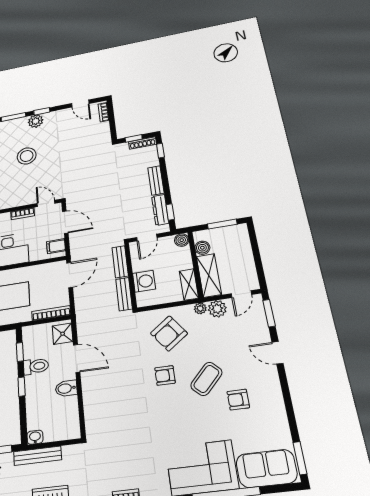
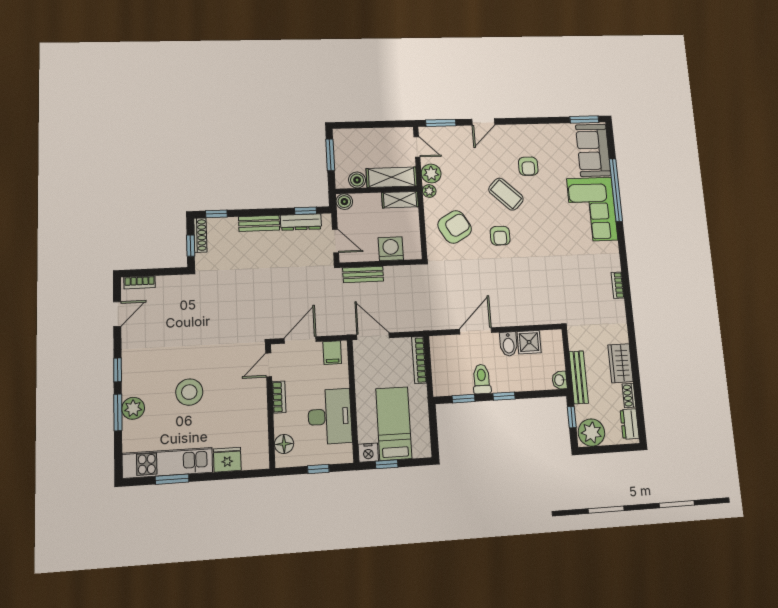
plant: (36, 121) -> (133, 408), moved
bench: (124, 294) -> (404, 273), removed
armchair: (169, 333) -> (455, 227), turned -84
shower: (63, 334) -> (529, 342), moved

